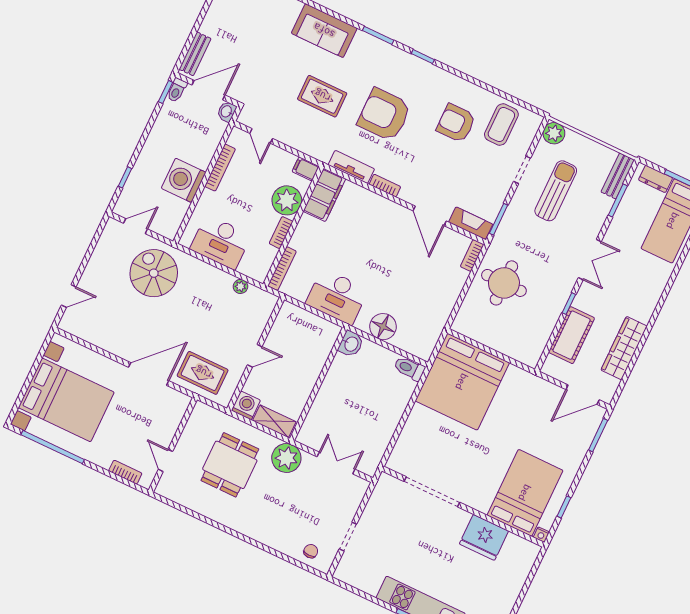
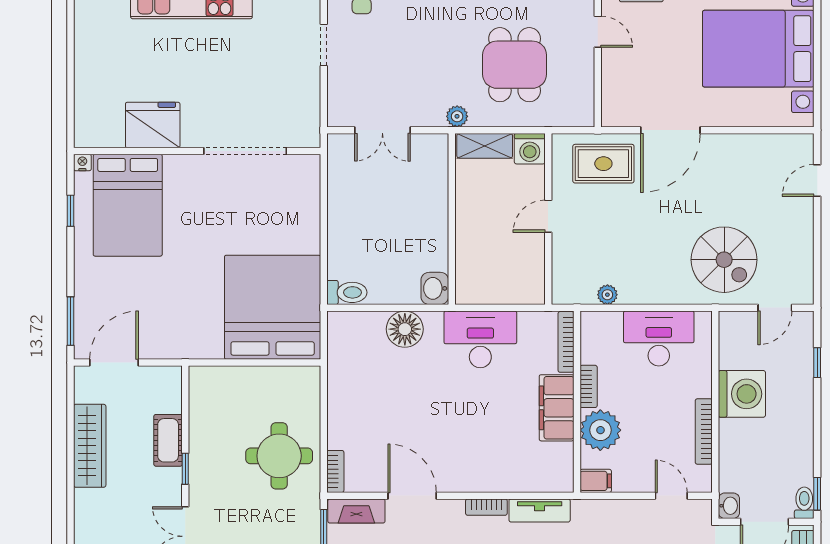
filing cabinet: (324, 195) -> (557, 408), moved
cot: (572, 335) -> (168, 440), width x0.73, depth x0.75
plant: (286, 458) -> (457, 116), width x0.53, depth x0.53

